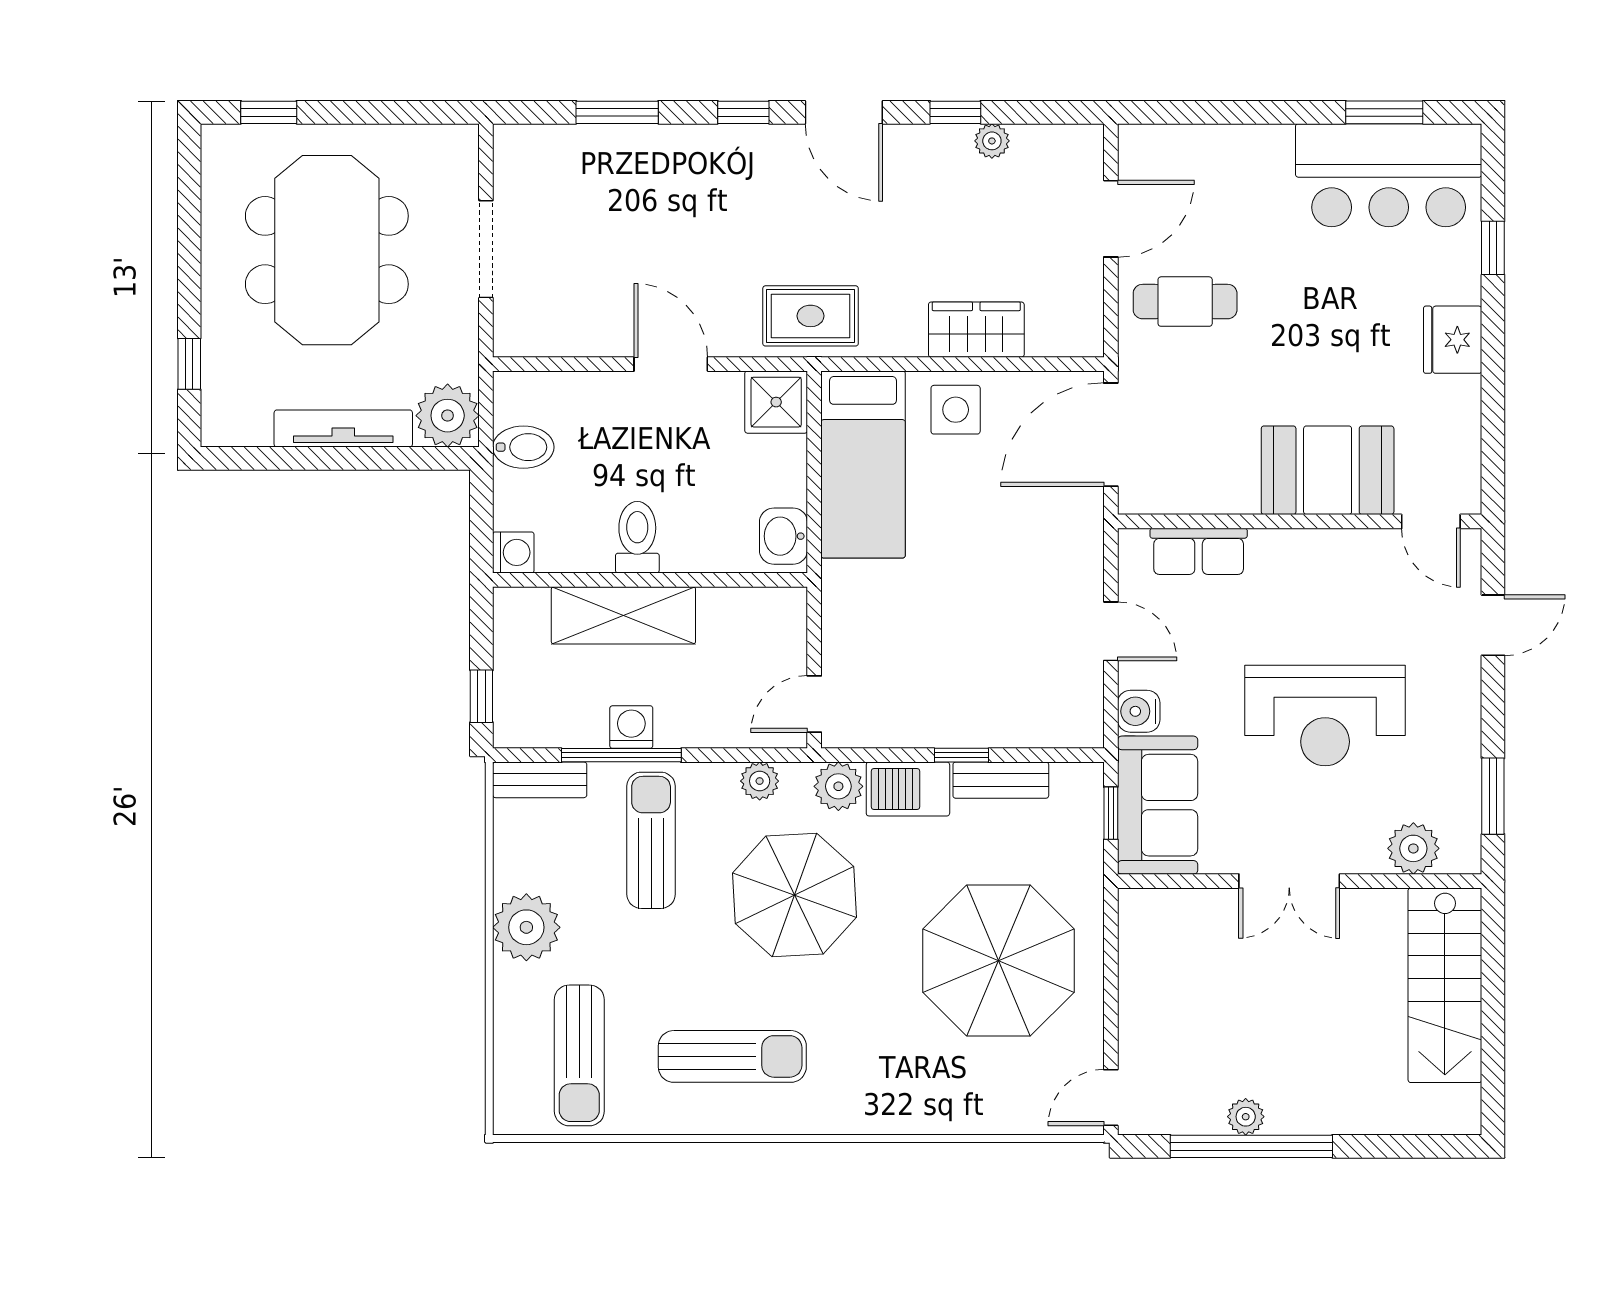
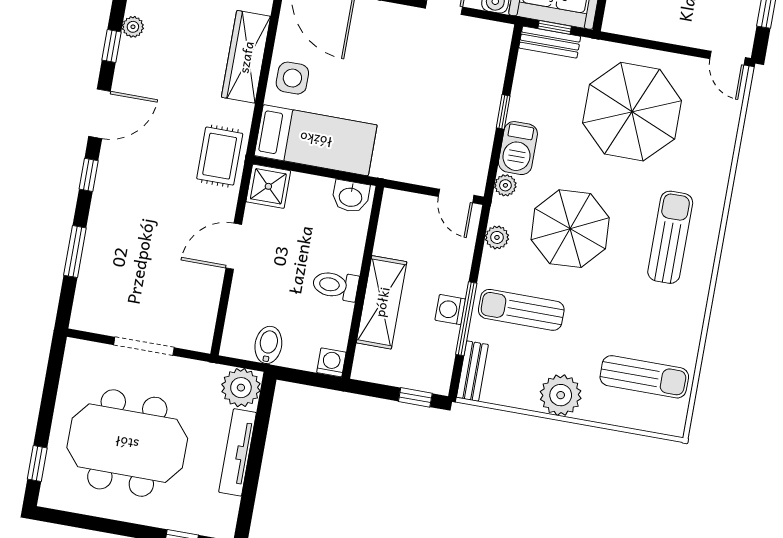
wardrobe: (976, 330) -> (246, 57), width x1.50
bench: (1001, 780) -> (550, 42), moved, turned 90
plant: (838, 786) -> (505, 185), width x0.73, depth x0.73
sun lounger: (732, 1056) -> (670, 237), moved

